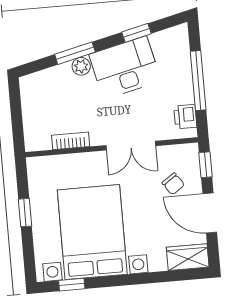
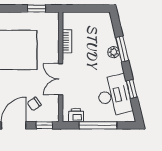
desk: (125, 68) -> (114, 96), moved
window: (25, 213) -> (37, 9), moved

